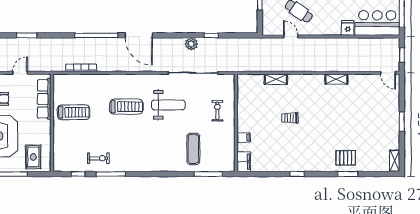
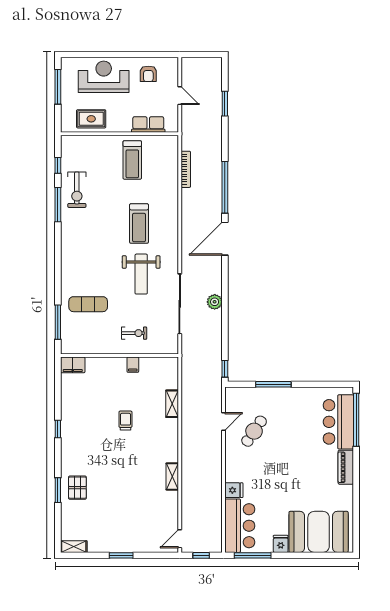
window: (211, 35) -> (225, 369), moved
row of seats: (44, 99) -> (148, 125), width x0.68
filing cabinet: (244, 138) -> (133, 365), moved
rug: (33, 157) -> (91, 119), moved
exercise bike: (98, 158) -> (77, 190), width x1.38, depth x1.39

